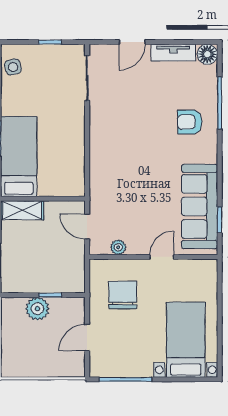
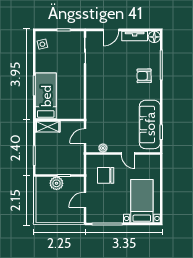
door: (87, 227) -> (85, 136), hinge flipped
door: (162, 257) -> (128, 153), swing flipped
chair: (123, 295) -> (106, 175), turned -90

